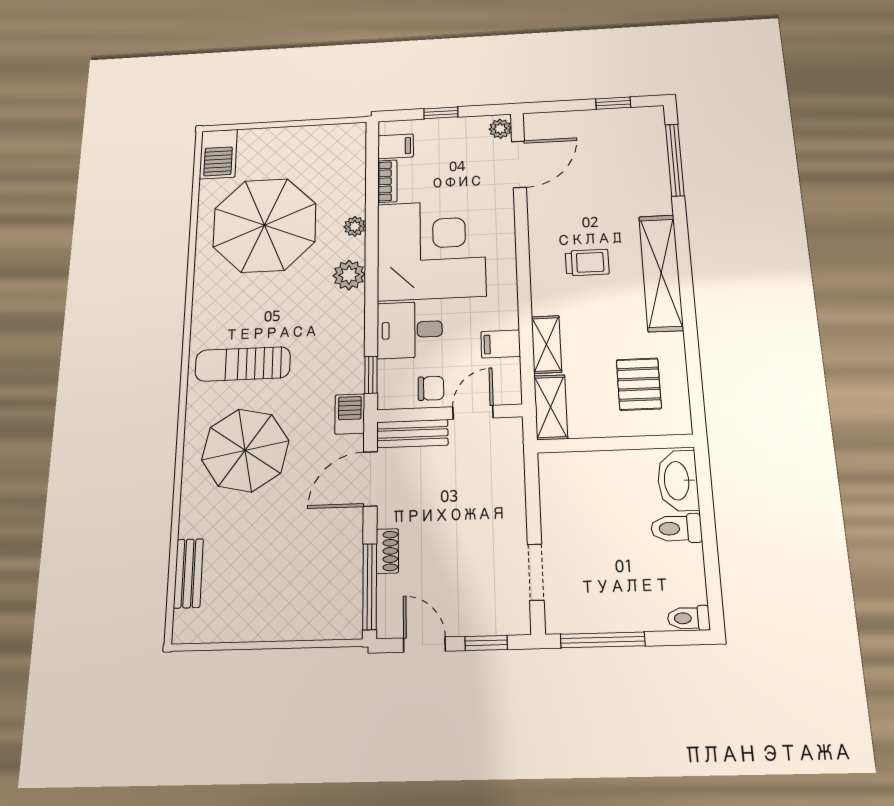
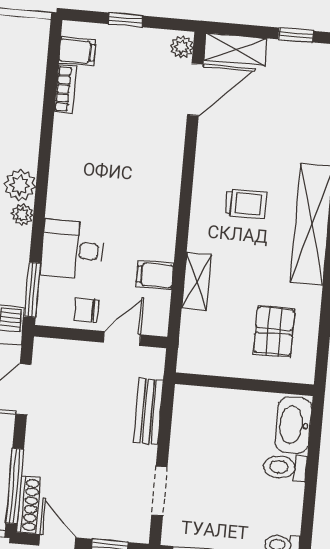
plant: (355, 226) -> (22, 214), moved
corner desk: (431, 250) -> (101, 170), removed
window: (371, 375) -> (32, 290), width x1.50
chair: (431, 388) -> (86, 310), turned 180
shelving: (551, 407) -> (236, 49), moved, turned 90
bench: (412, 434) -> (148, 411), moved, turned 90
shoe rack: (387, 551) -> (29, 505), moved, width x1.43

